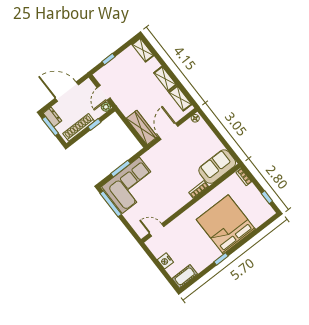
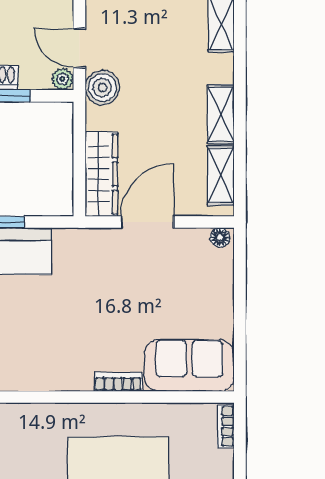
door: (104, 93) -> (79, 48), hinge flipped
boiler: (121, 100) -> (102, 88), added

